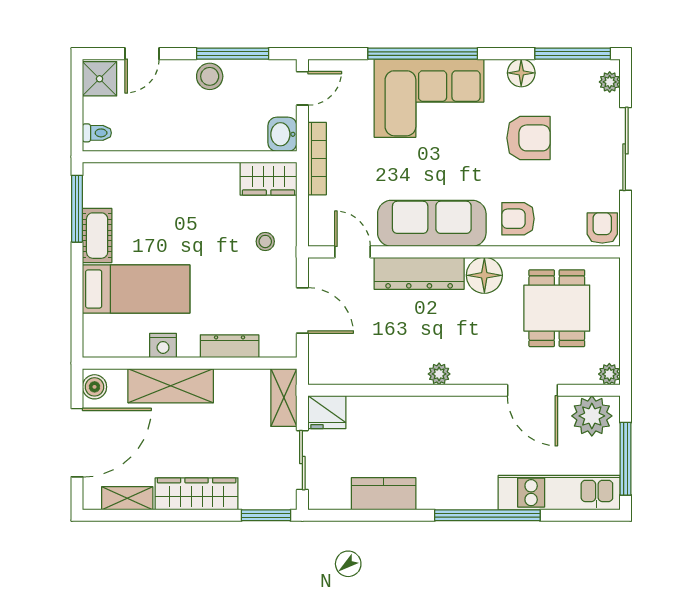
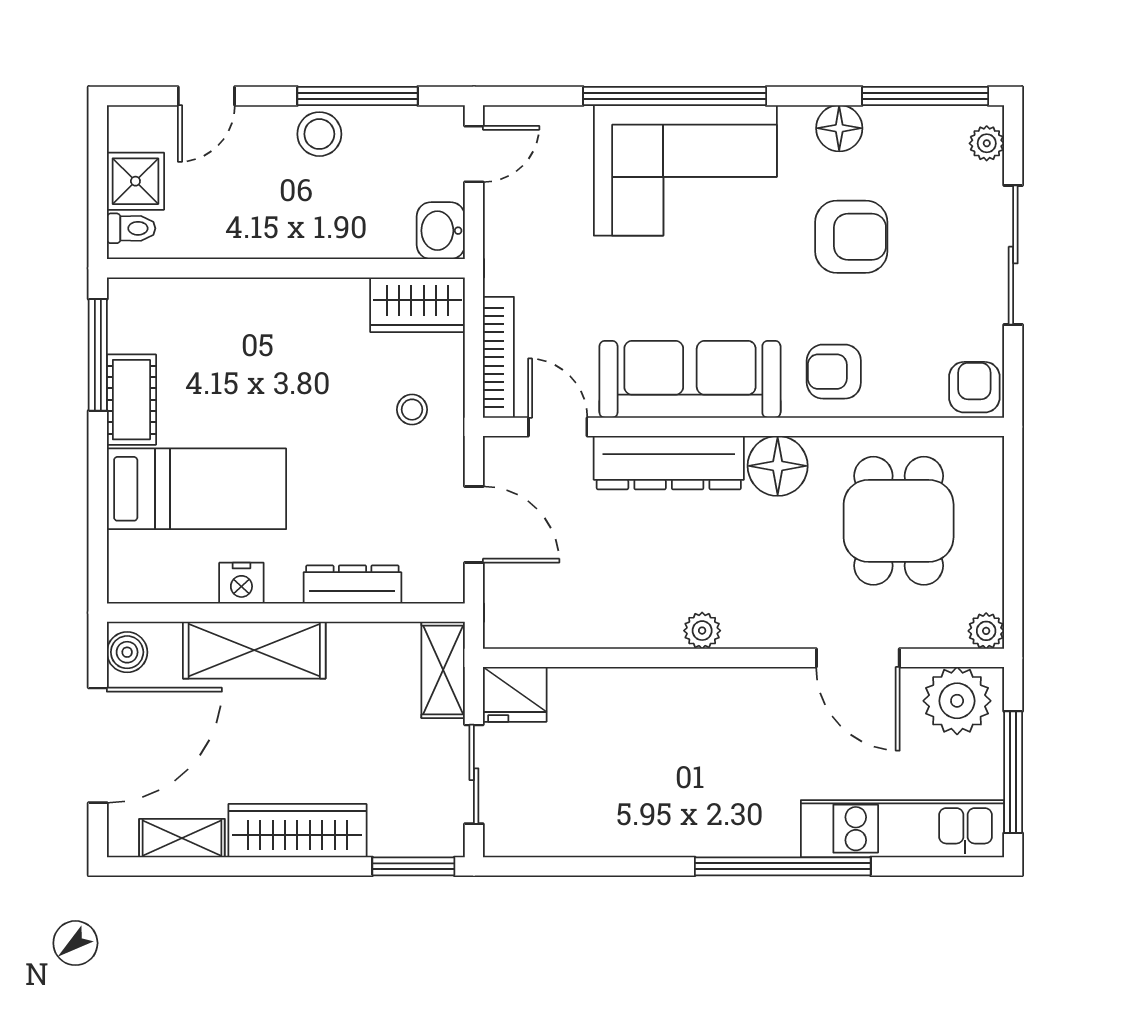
shower: (100, 79) -> (135, 181), moved
bookcase: (317, 159) -> (498, 357), moved
kitchen counter: (384, 494) -> (610, 830), removed

